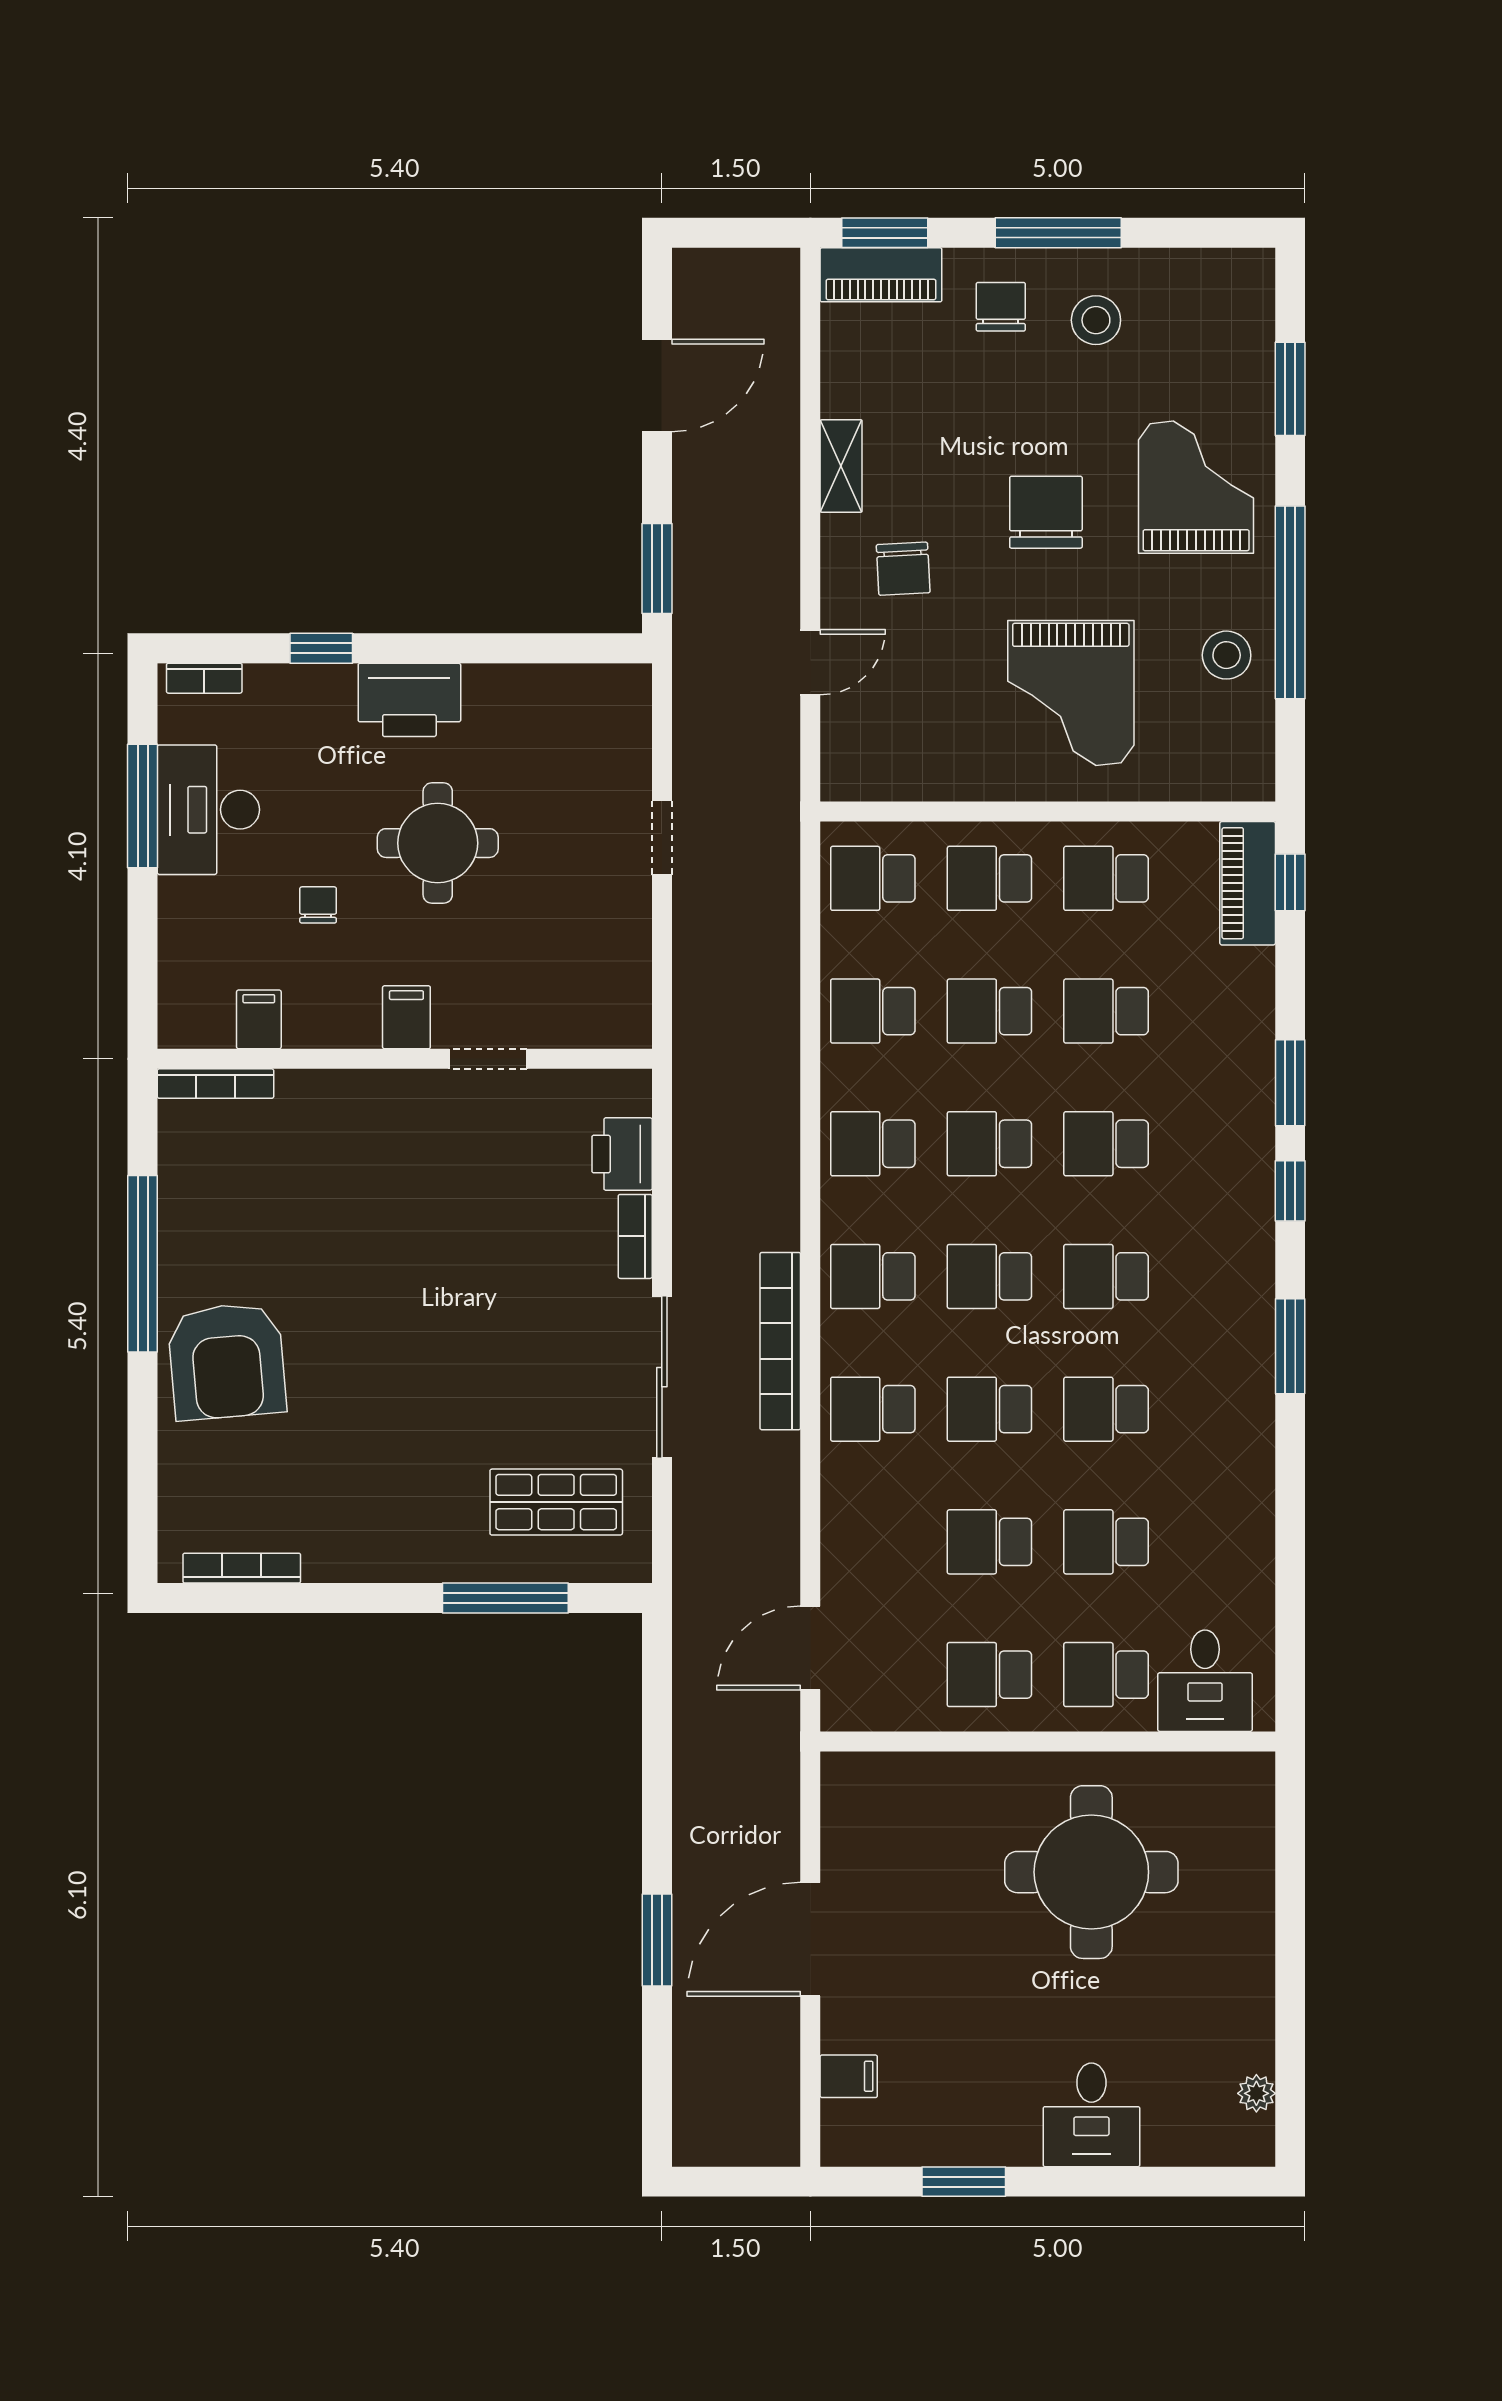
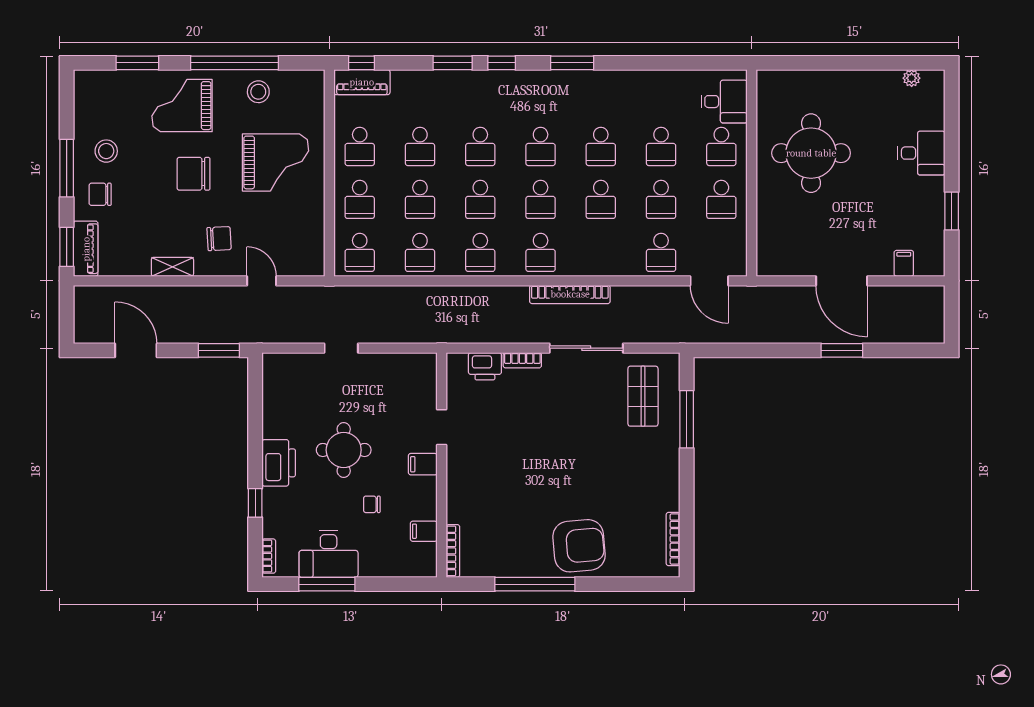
school desk: (873, 1409) -> (661, 252), moved

